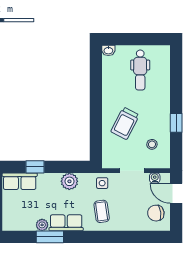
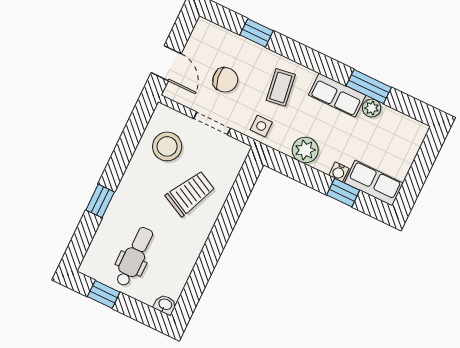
window: (148, 39) -> (104, 294), added
window: (176, 123) -> (100, 201), moved
stool: (152, 144) -> (167, 146), width x1.89, depth x1.89
water cooler: (155, 178) -> (339, 172), moved
chair: (156, 213) -> (225, 80), moved
window: (131, 237) -> (257, 33), added

